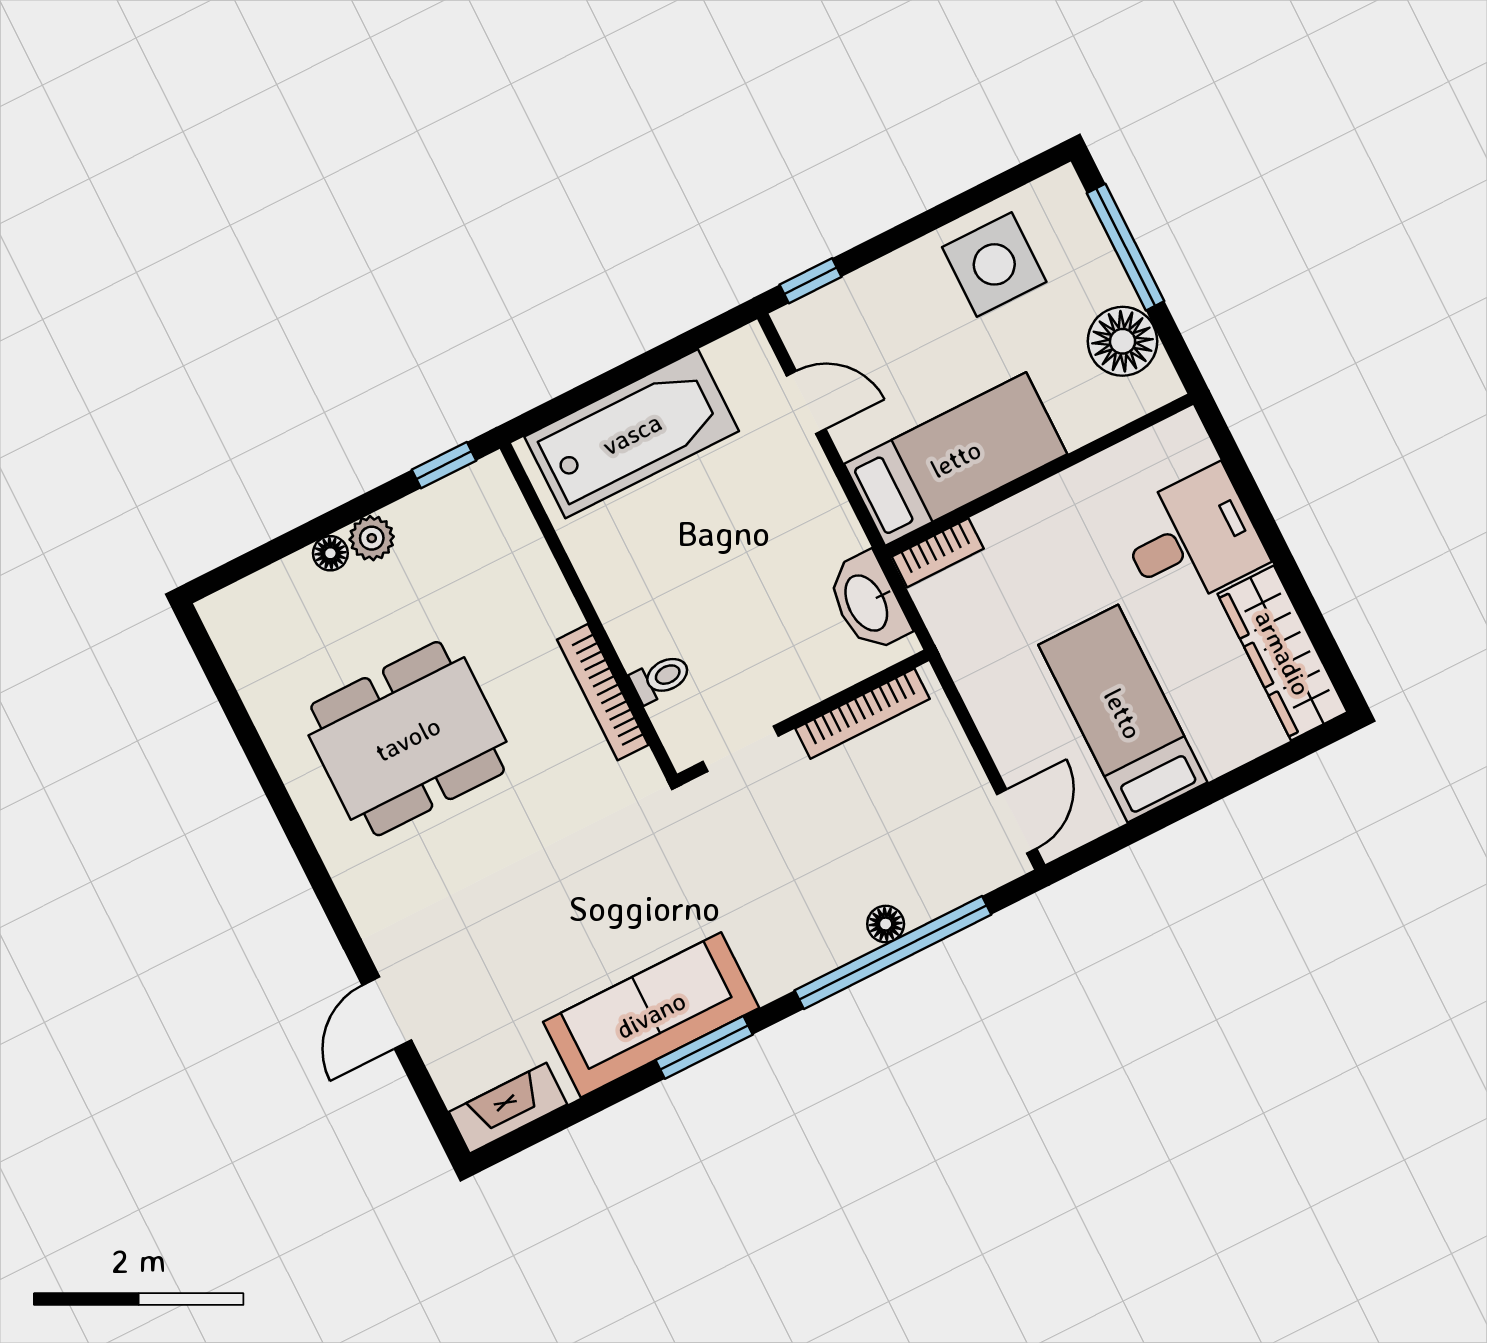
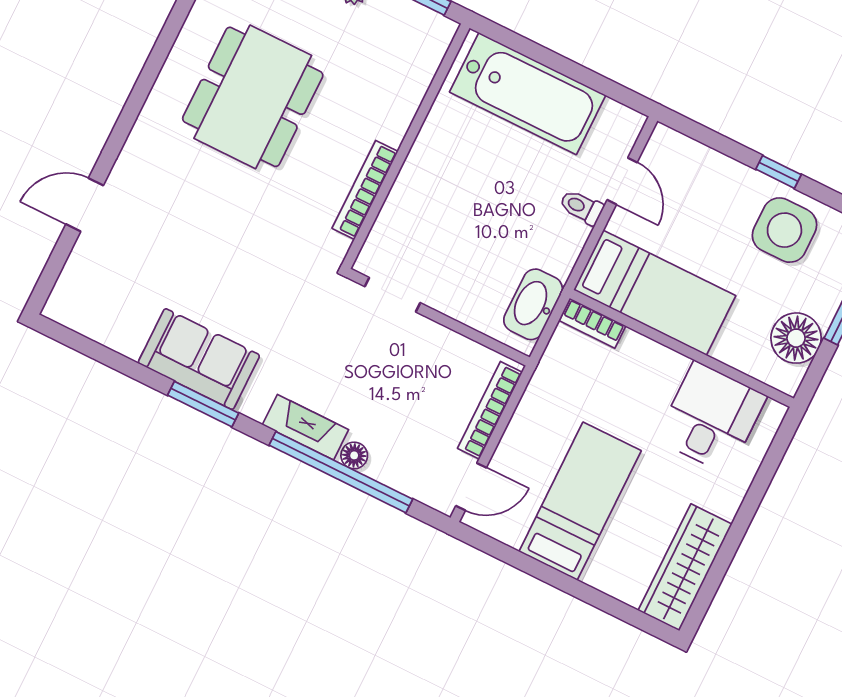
window: (811, 281) -> (778, 172), moved
desk: (1192, 539) -> (711, 418), moved, turned -90
toilet: (661, 678) -> (581, 207), moved, turned 180
bookcase: (862, 714) -> (490, 410), moved, turned 90
dining table: (408, 739) -> (253, 97), turned 90
sofa: (651, 1015) -> (199, 359), width x0.73
fireplace: (508, 1108) -> (305, 427), moved

